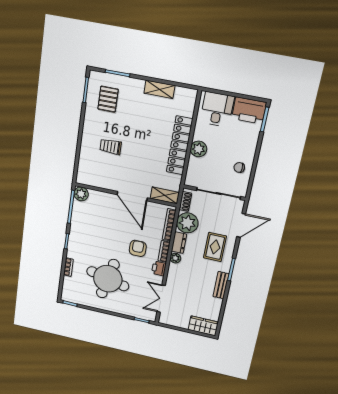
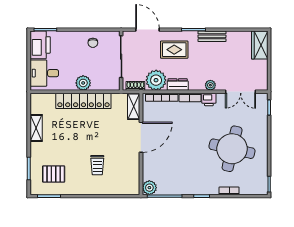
armchair: (138, 248) -> (193, 124), removed
plant: (175, 258) -> (210, 85), moved

